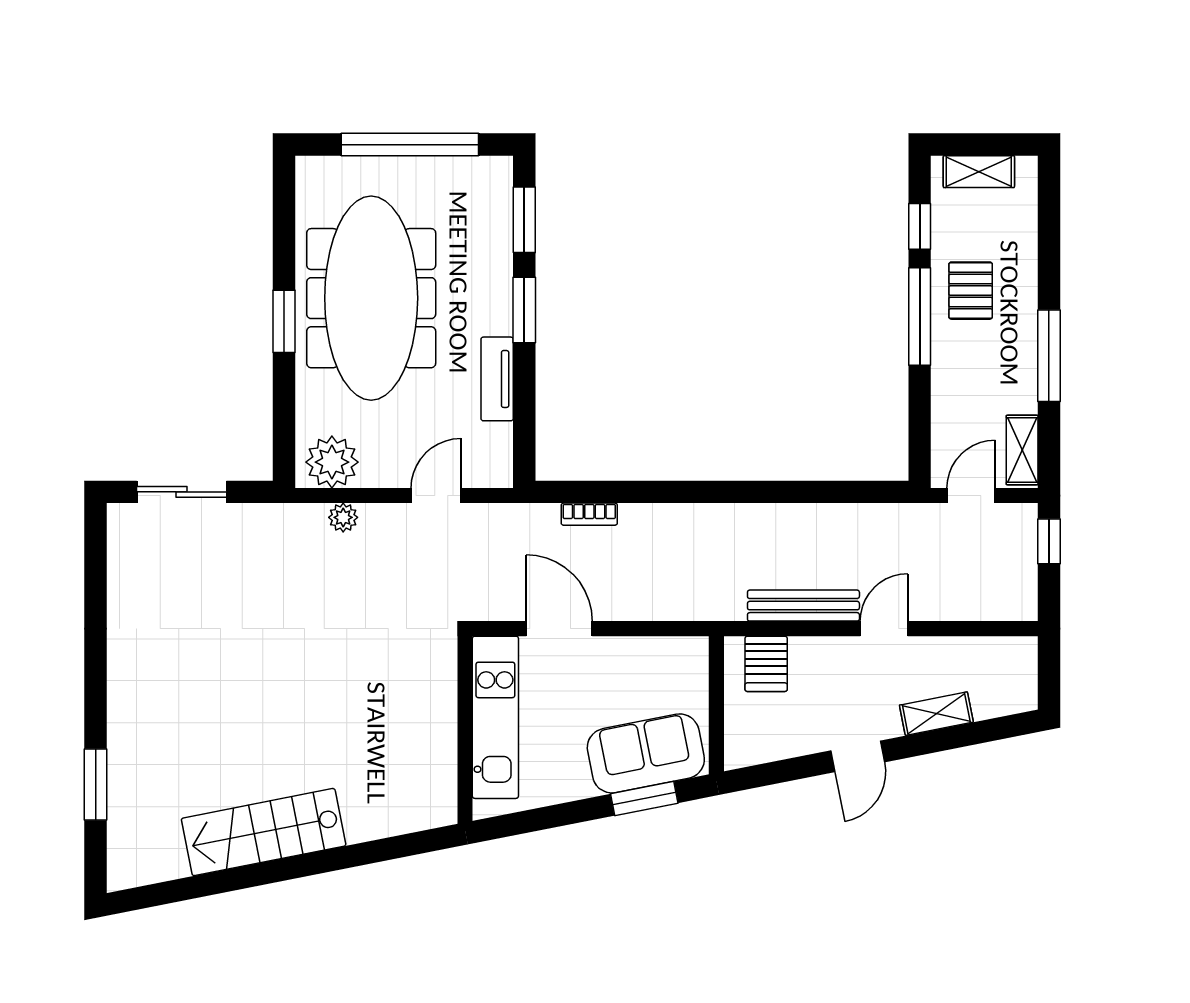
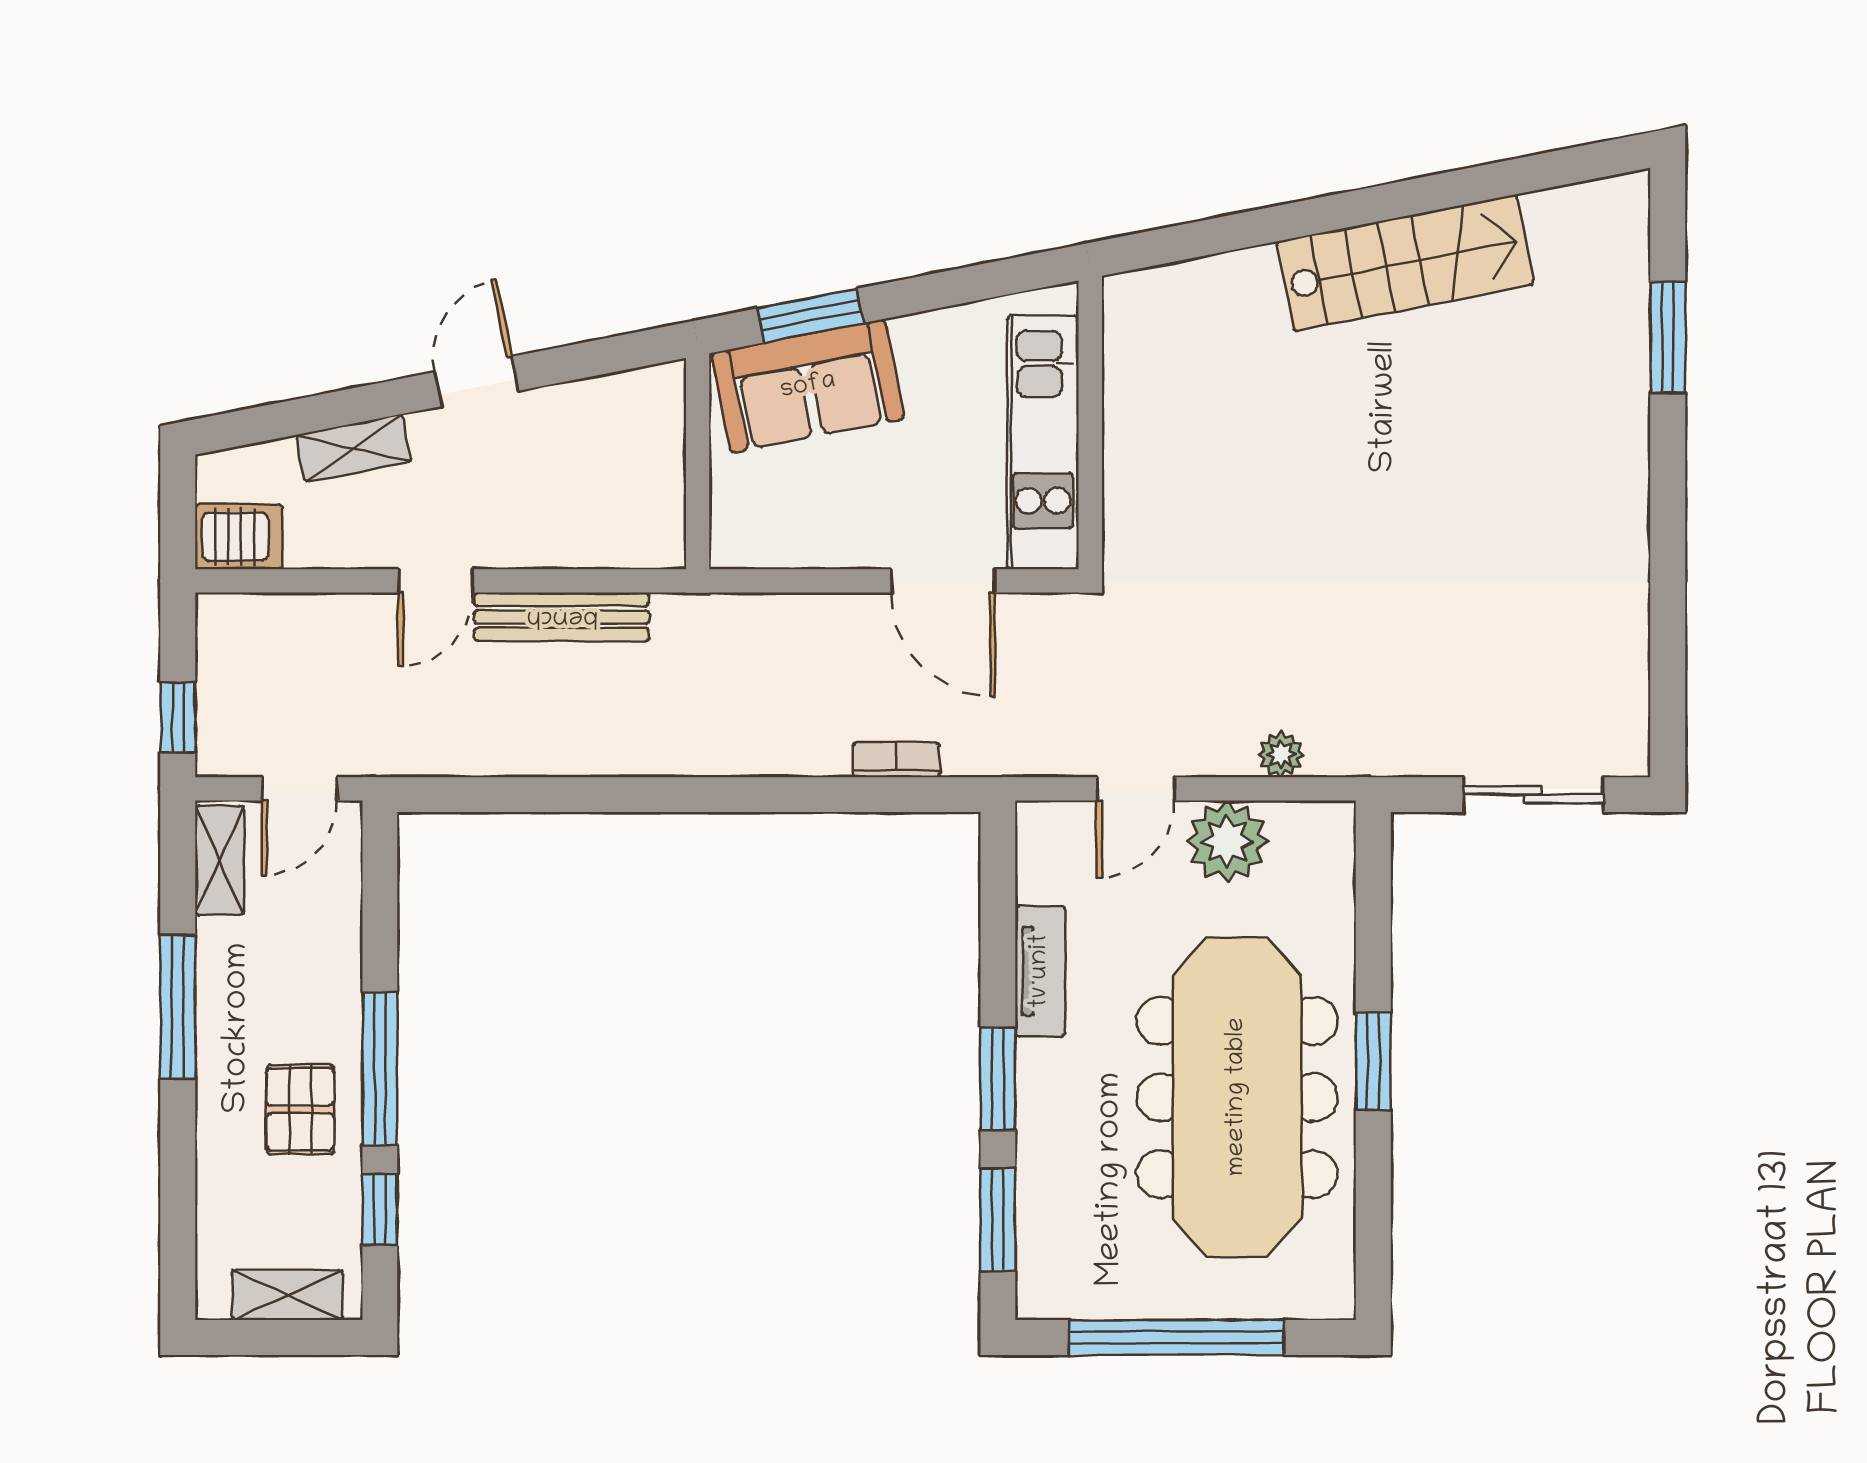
plant: (332, 462) -> (1227, 841), moved
server rack: (766, 664) -> (239, 537), moved, turned 90

